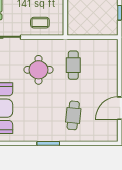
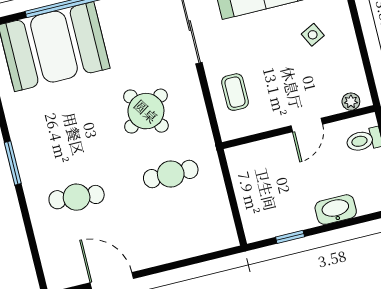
round table: (38, 70) -> (146, 111), turned -33

